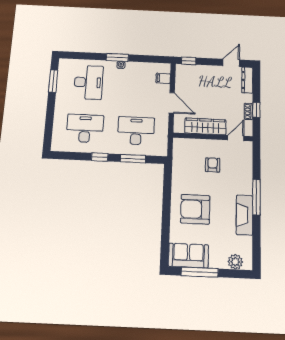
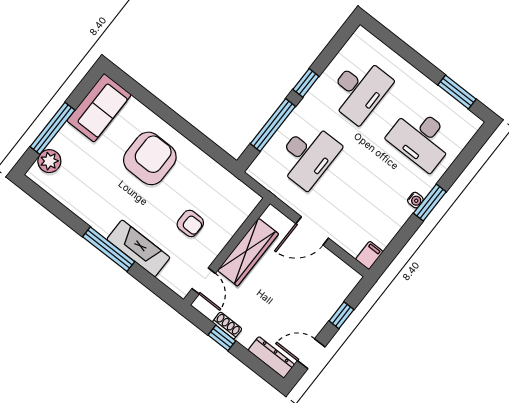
window: (189, 61) -> (341, 315), moved
door: (231, 63) -> (311, 354), swing flipped
filing cabinet: (163, 78) -> (369, 255), moved
window: (133, 159) -> (273, 125), width x1.44
fireplace: (244, 215) -> (138, 248), moved
window: (200, 272) -> (52, 128), moved

